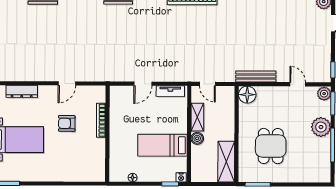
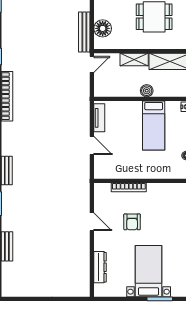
door: (207, 84) -> (92, 64), moved
floor lamp: (247, 95) -> (103, 28), moved
shelving: (197, 117) -> (134, 60), moved

